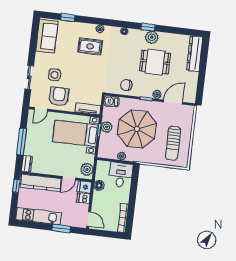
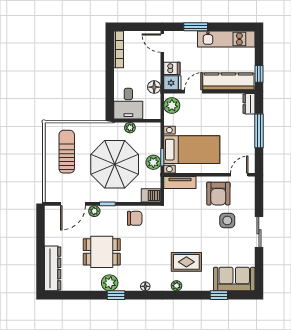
sofa: (47, 36) -> (234, 279), moved, turned 90
sliding door: (29, 77) -> (259, 232), moved

